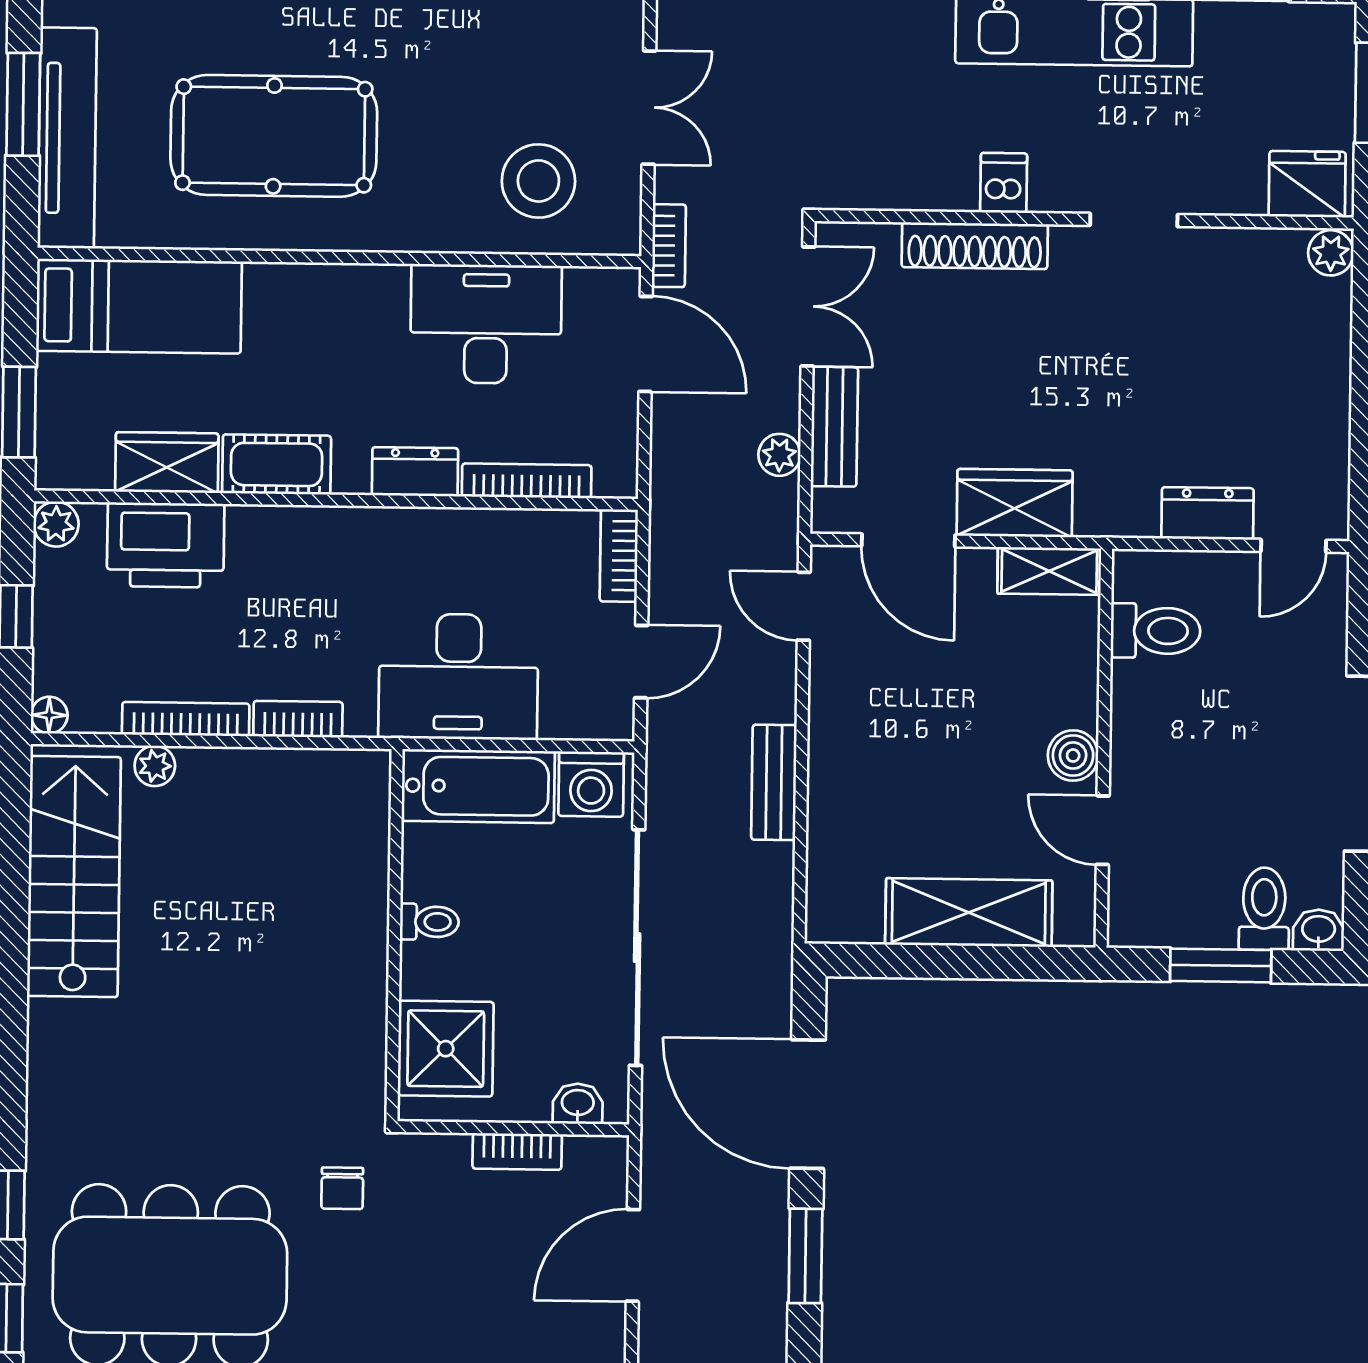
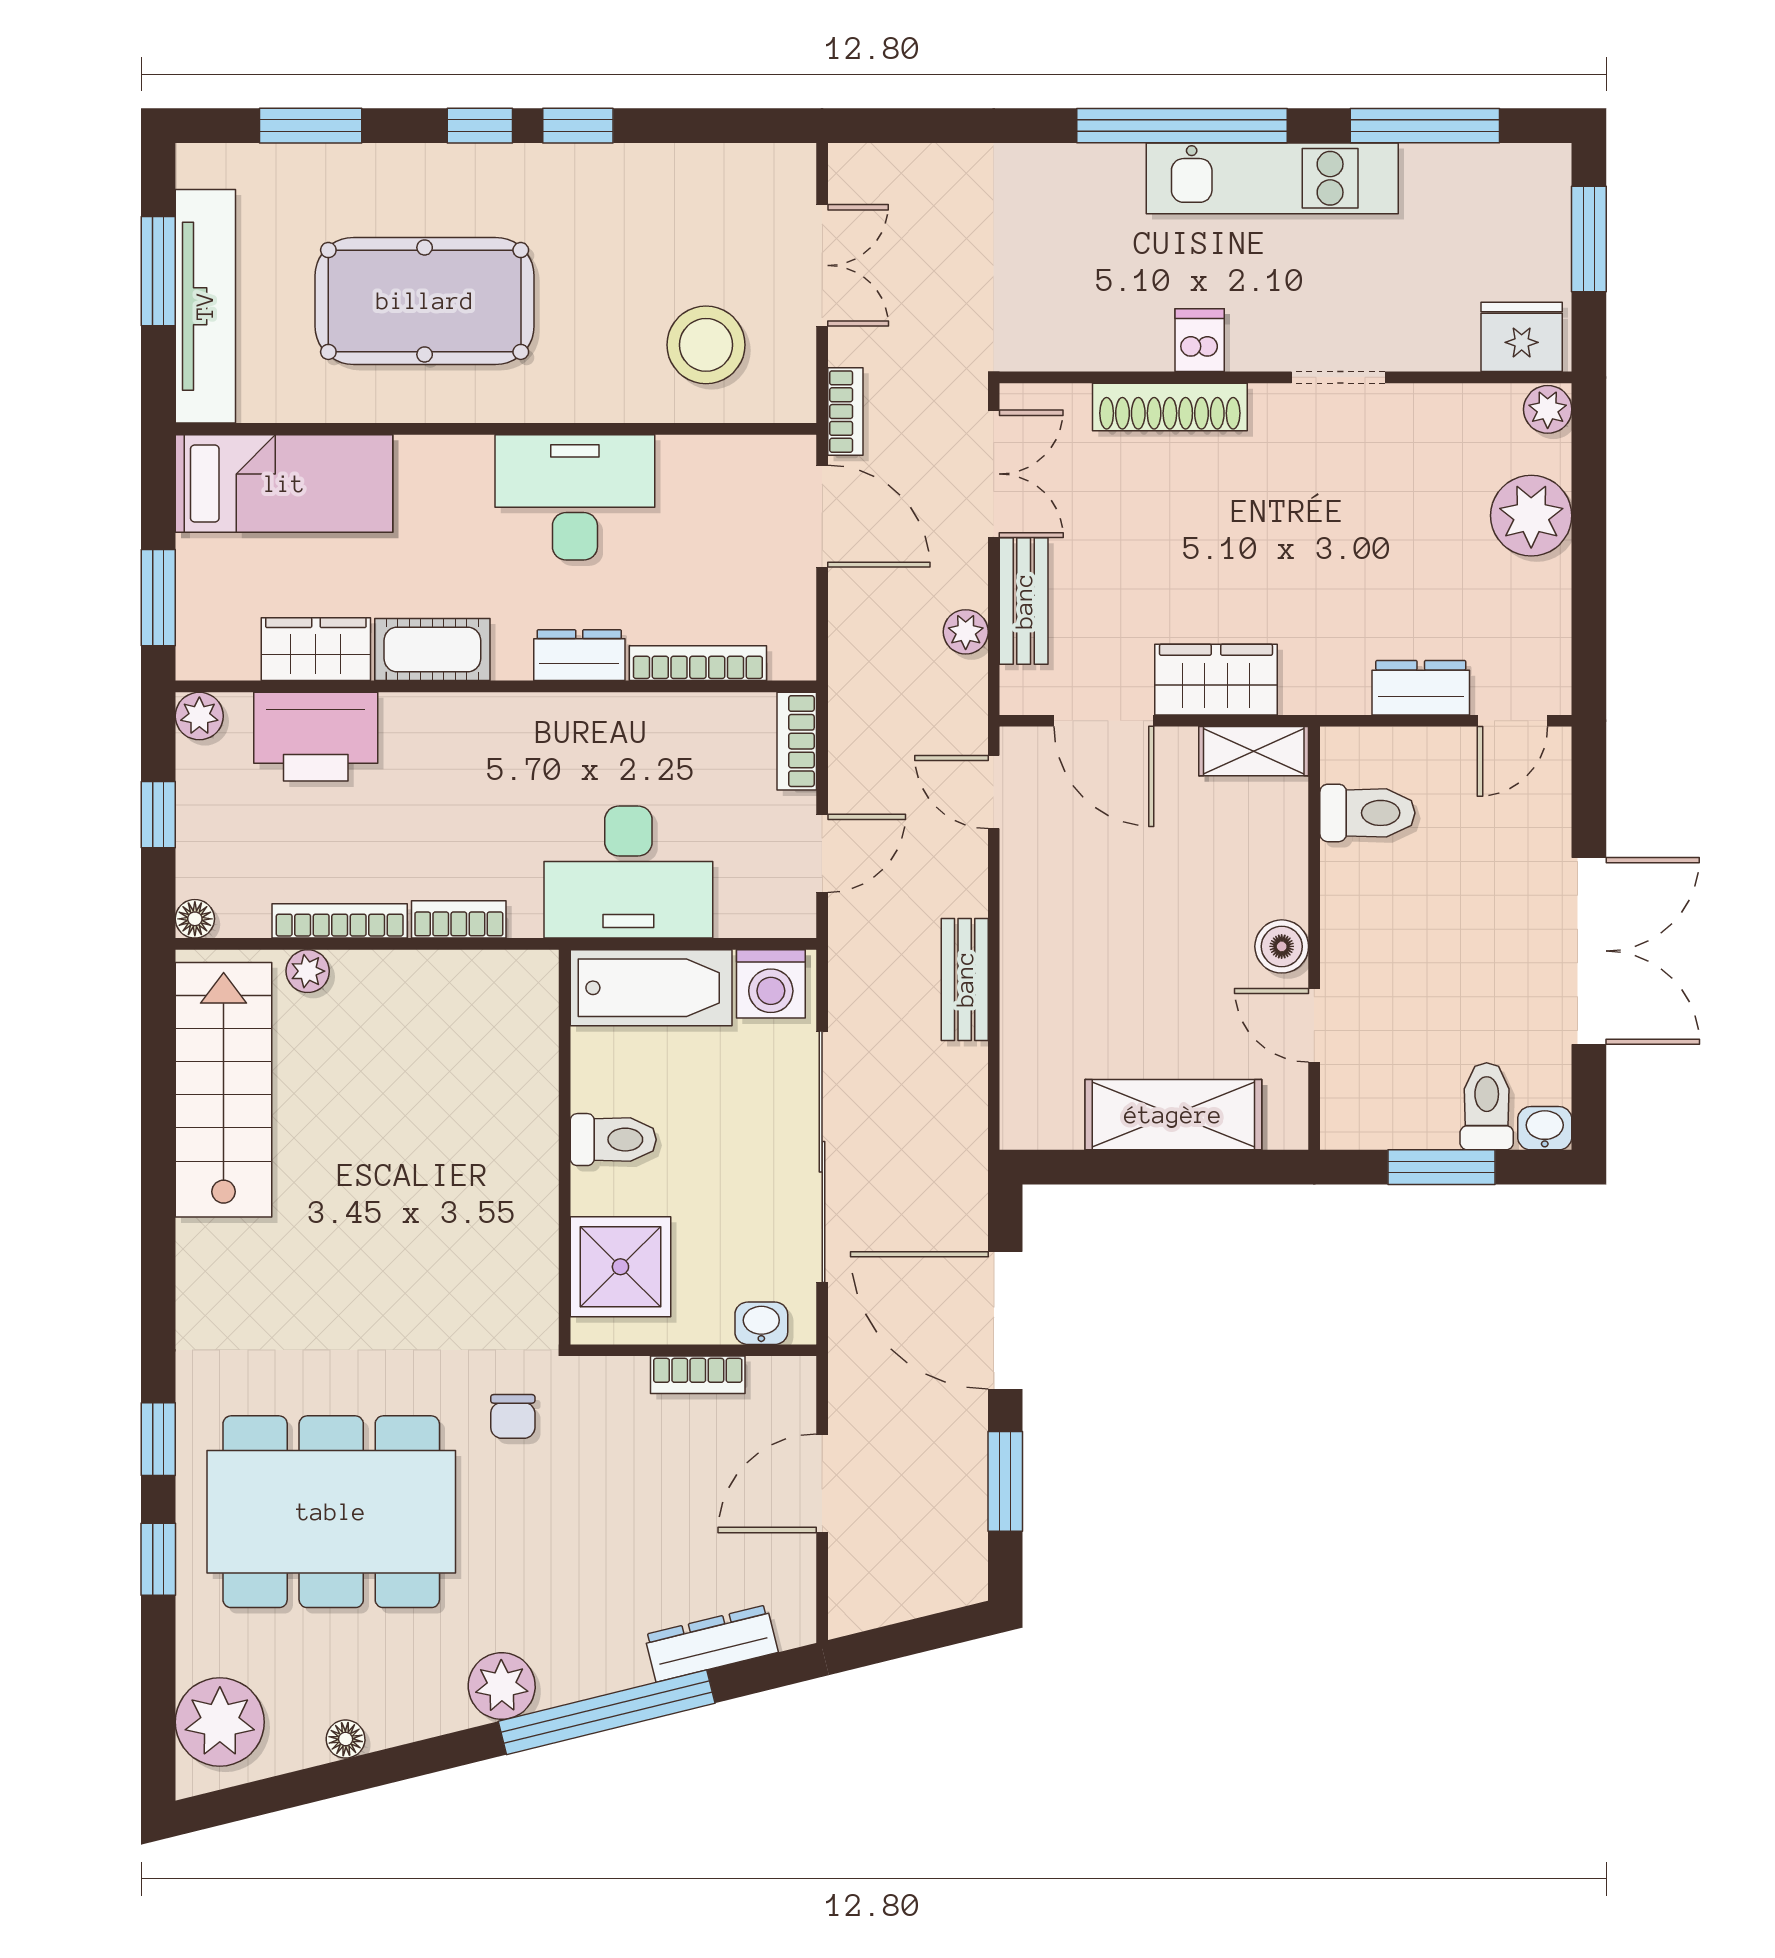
desk: (486, 324) -> (575, 497), moved
plant: (1314, 353) -> (1531, 516), added
toilet: (429, 922) -> (613, 1140), width x1.37, depth x1.39

